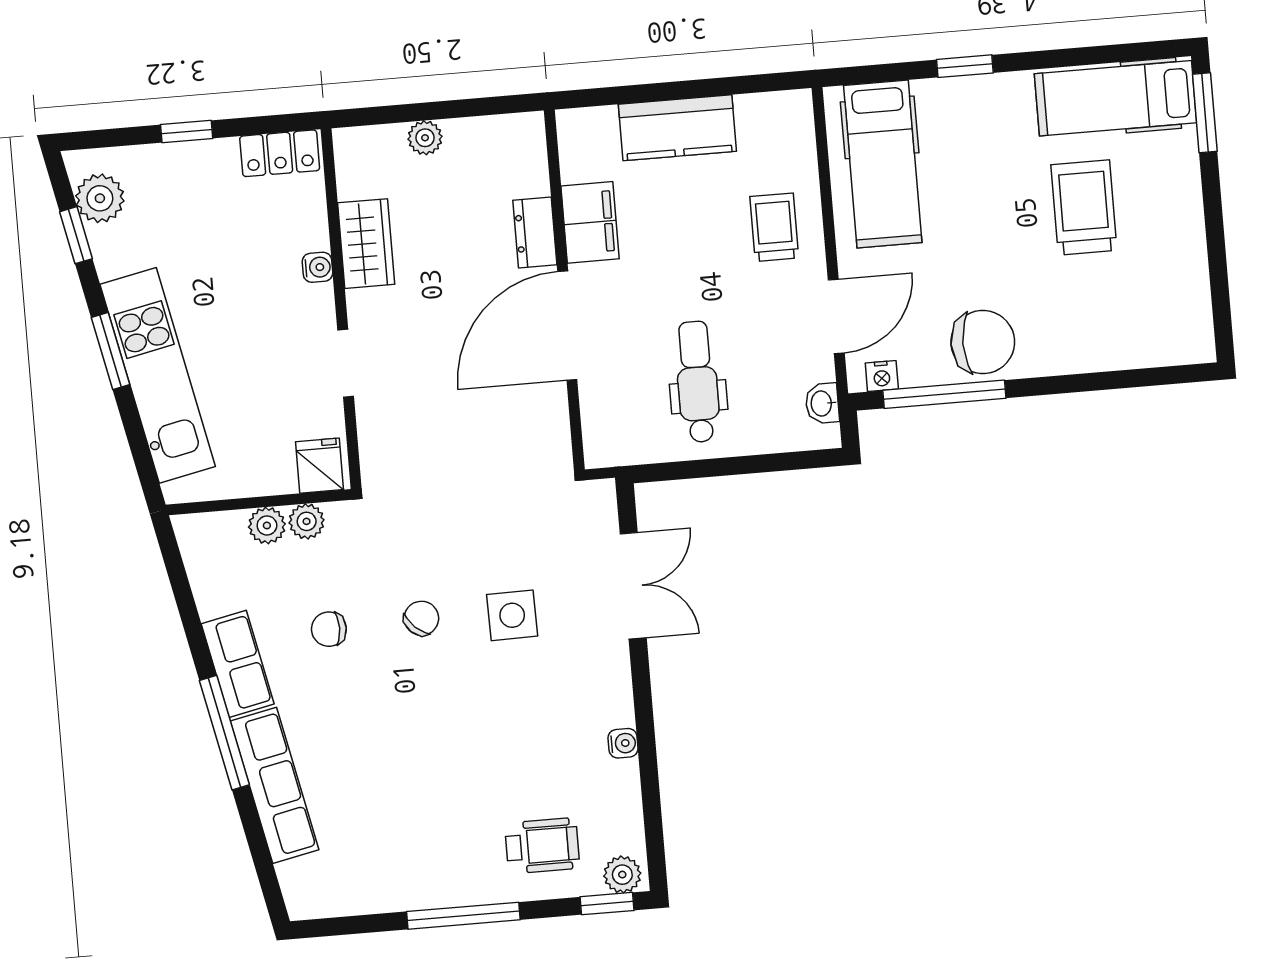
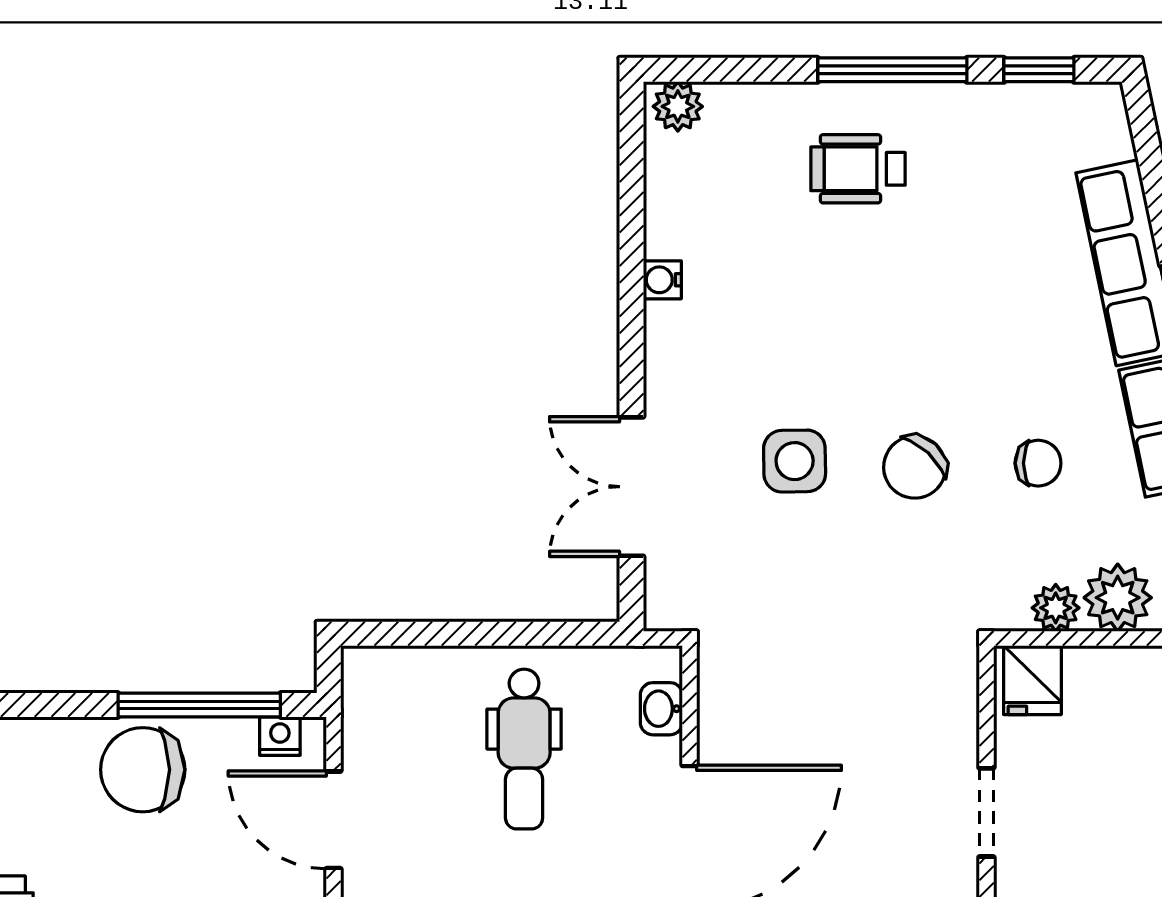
door: (836, 316) -> (333, 820), hinge flipped
washbasin: (822, 403) -> (661, 709), moved, turned 180
plant: (267, 525) -> (1118, 598), width x1.38, depth x1.38
chair: (421, 618) -> (915, 467), width x1.37, depth x1.37
wheelchair: (542, 846) -> (858, 169), moved
window: (607, 904) -> (1039, 70), moved

